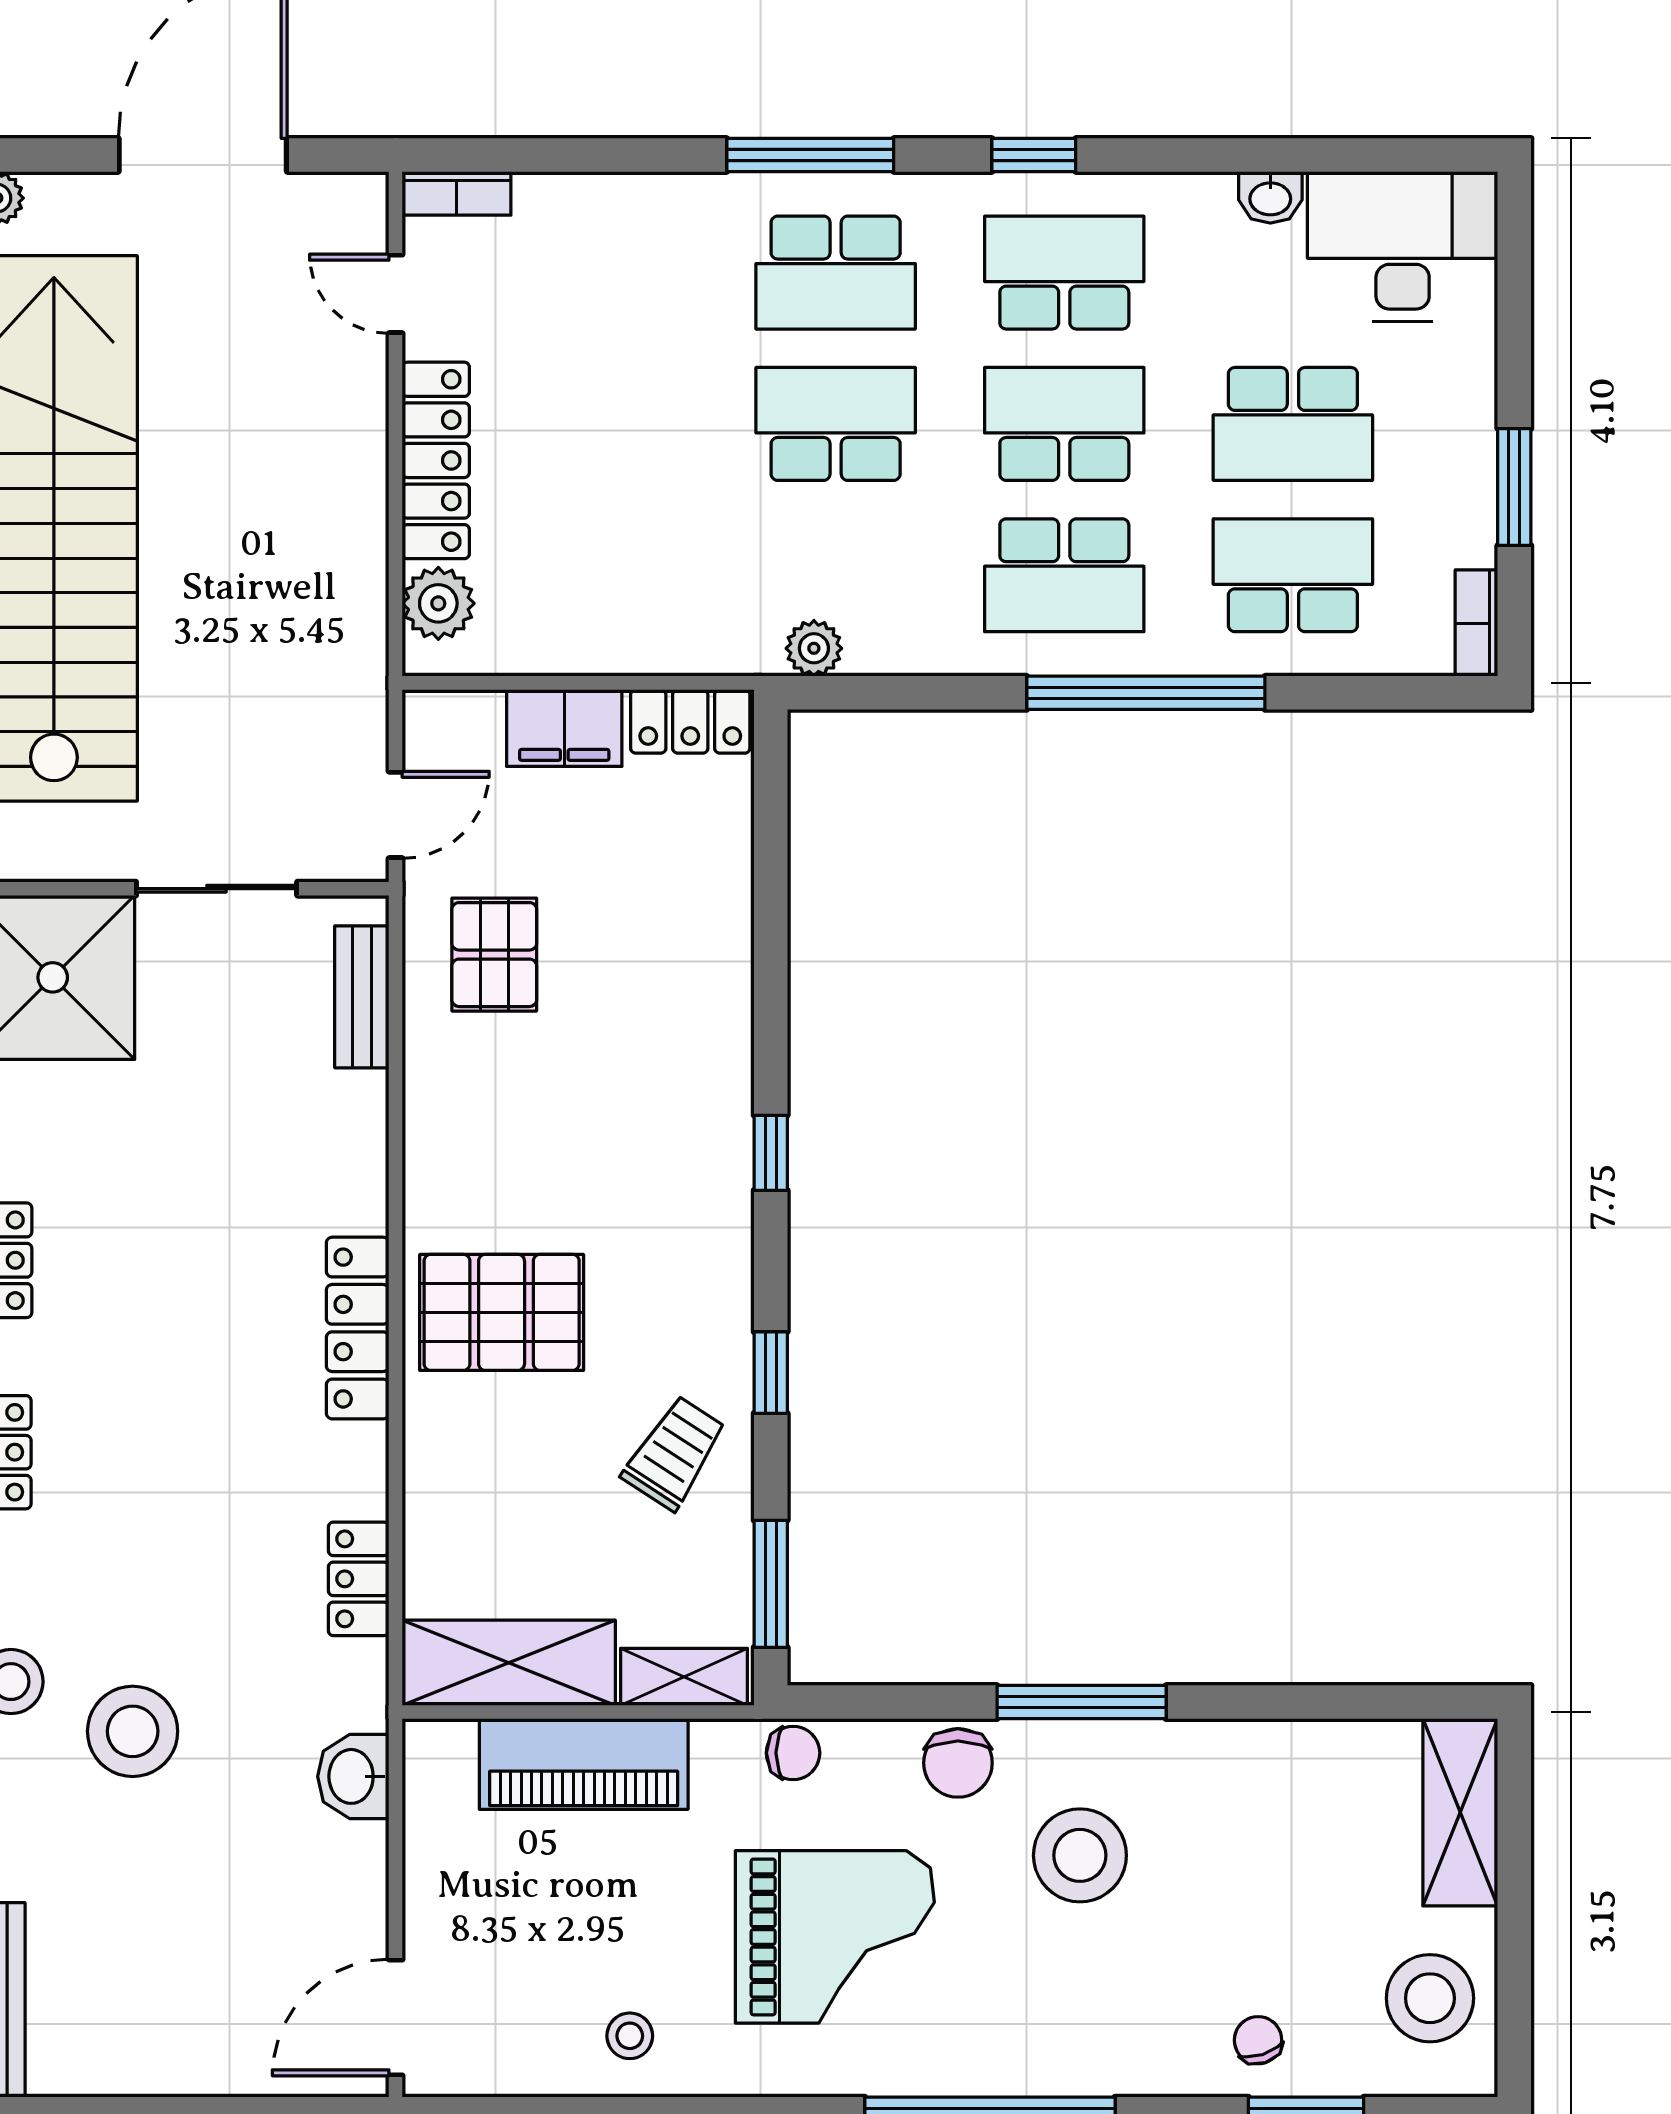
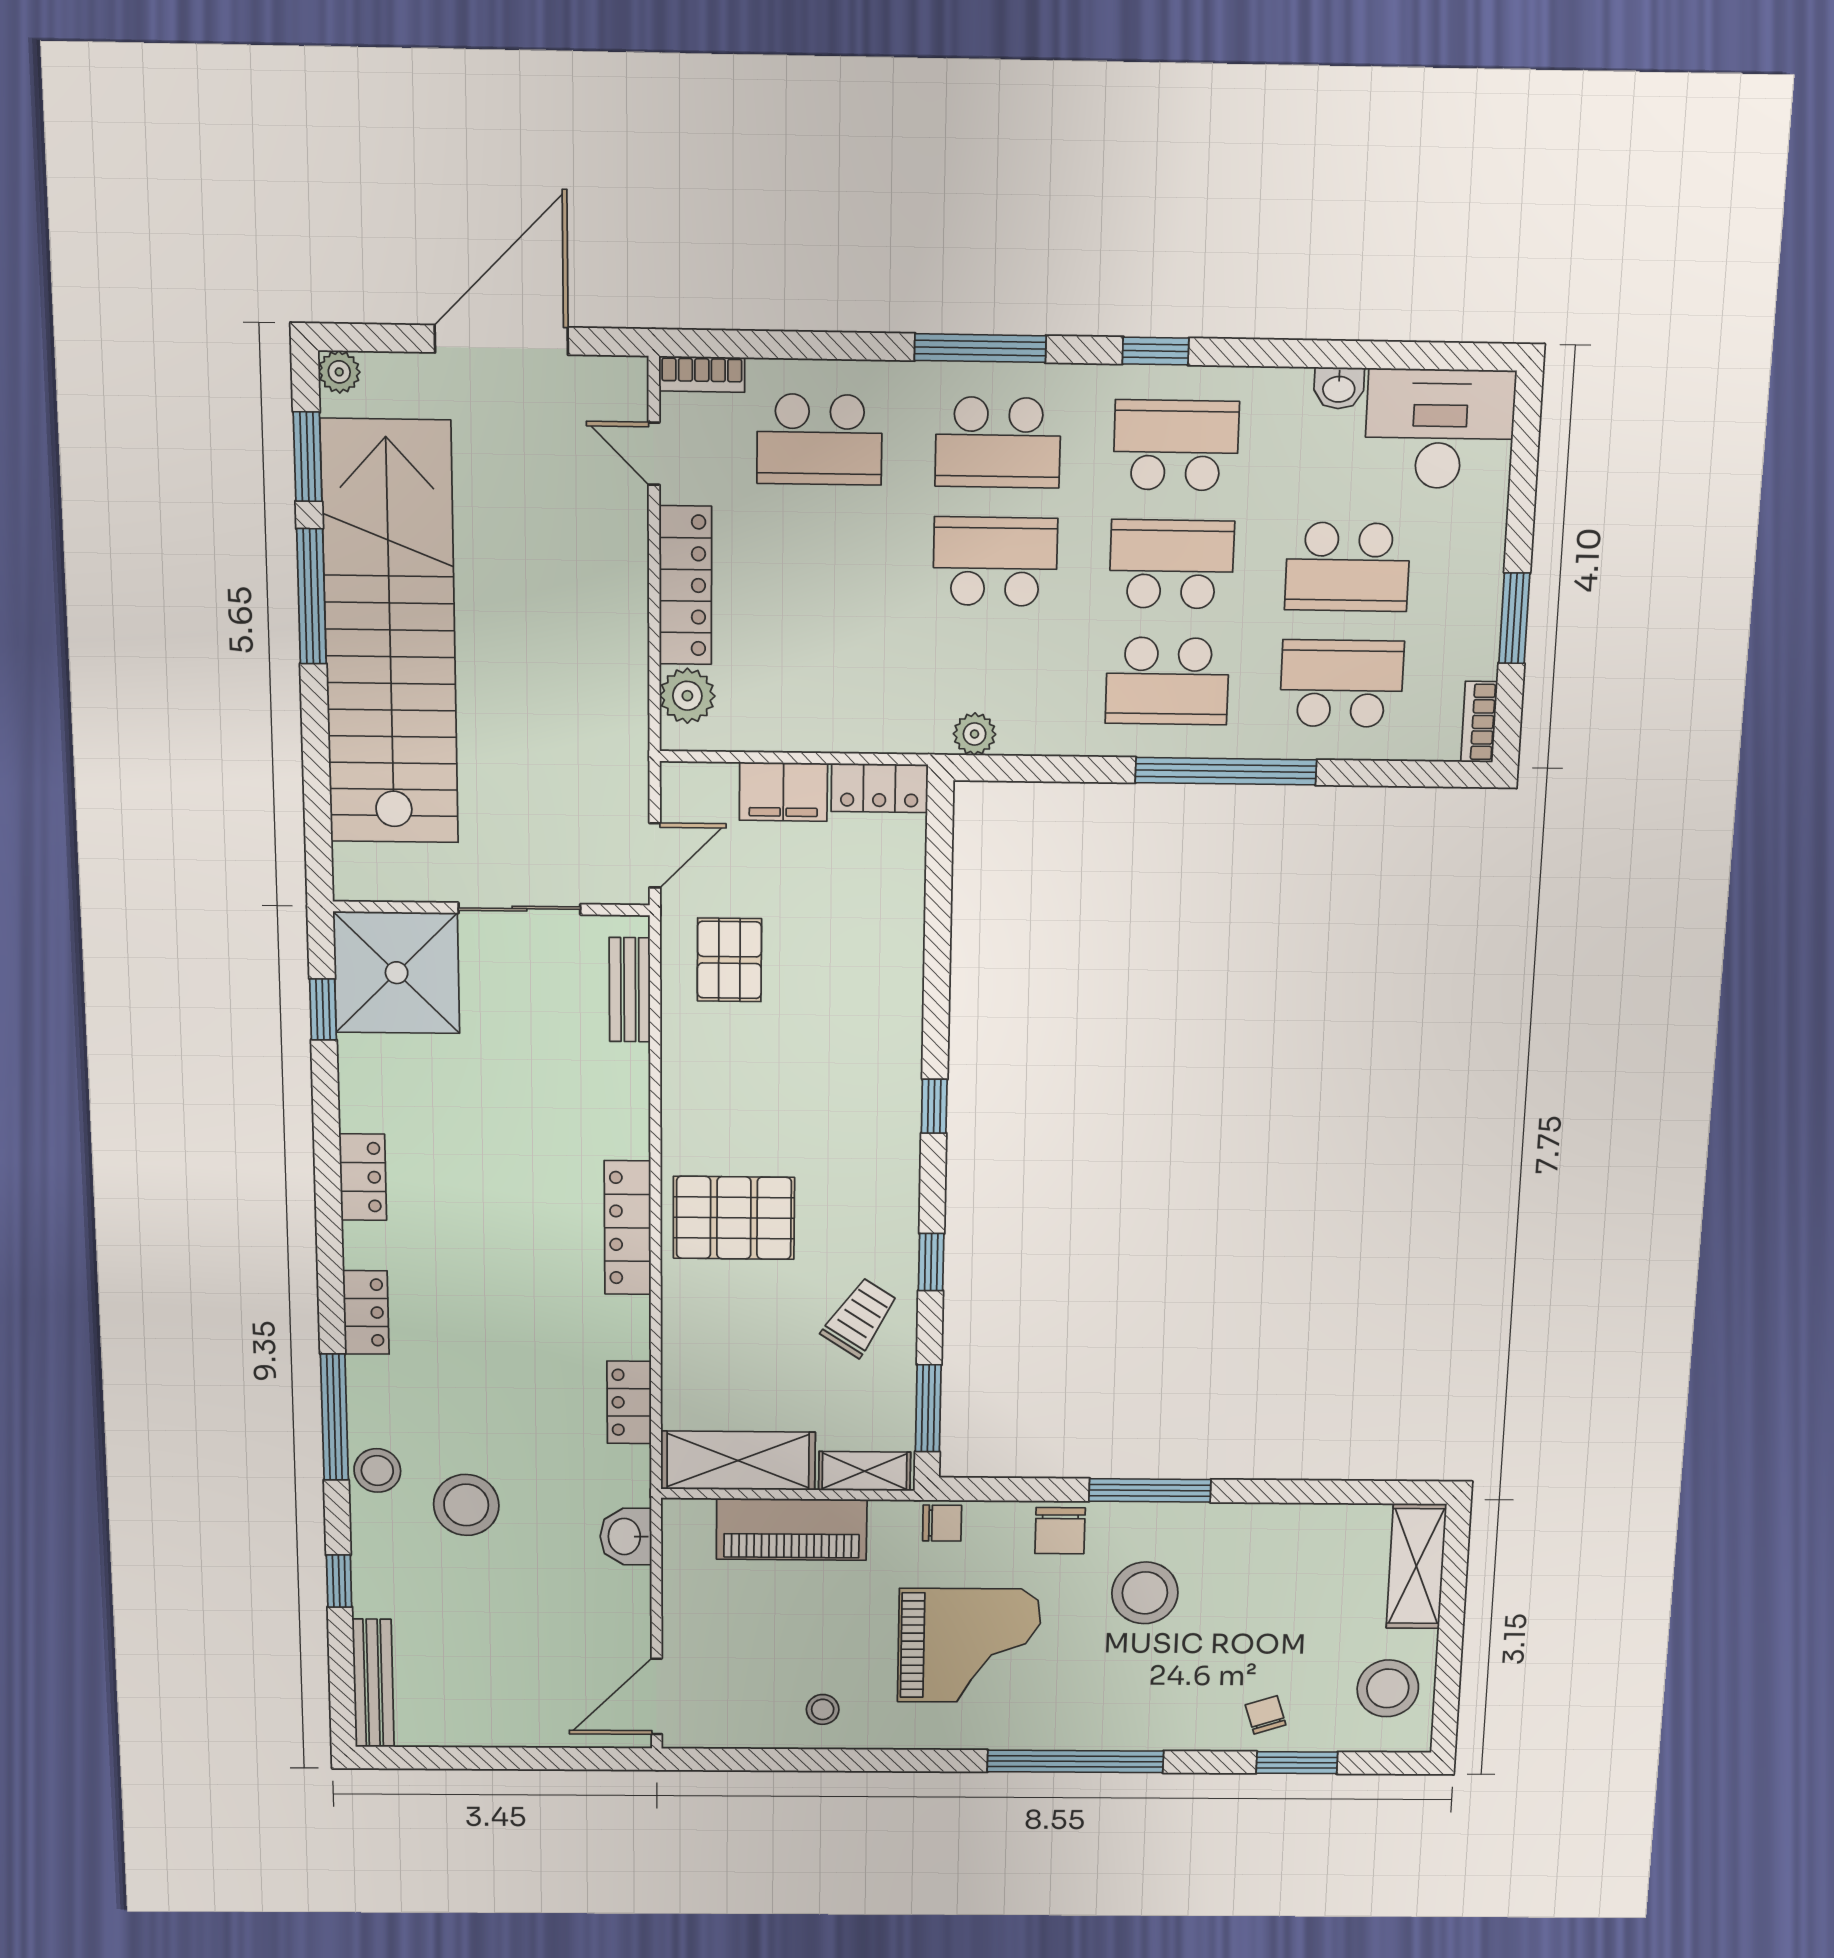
school desk: (607, 273) -> (819, 439), added

